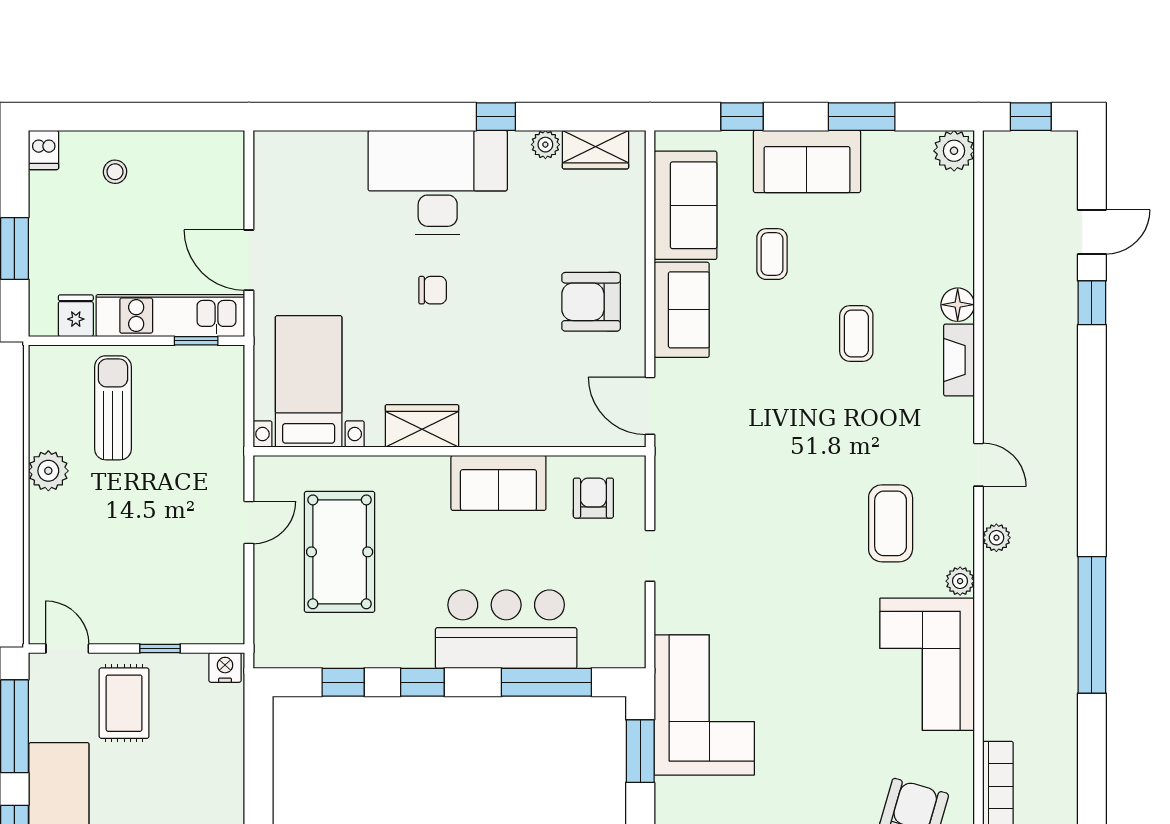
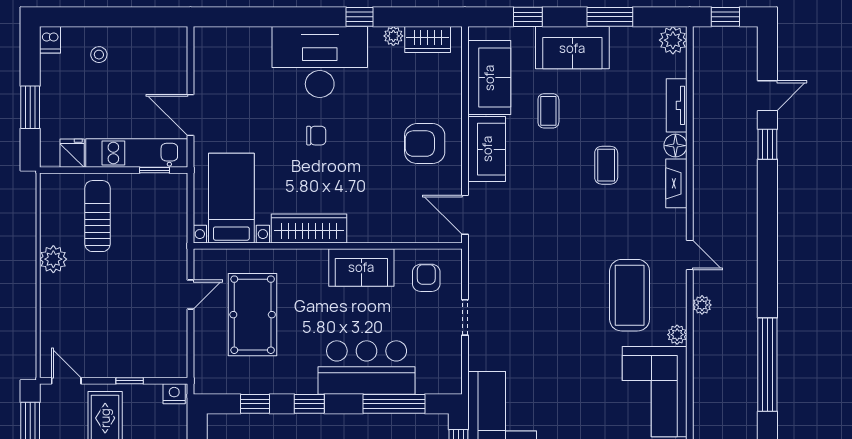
tv unit: (959, 246) -> (677, 105), added
wardrobe: (422, 426) -> (309, 228), width x1.50
coffee table: (891, 523) -> (630, 295), width x1.36, depth x1.32

